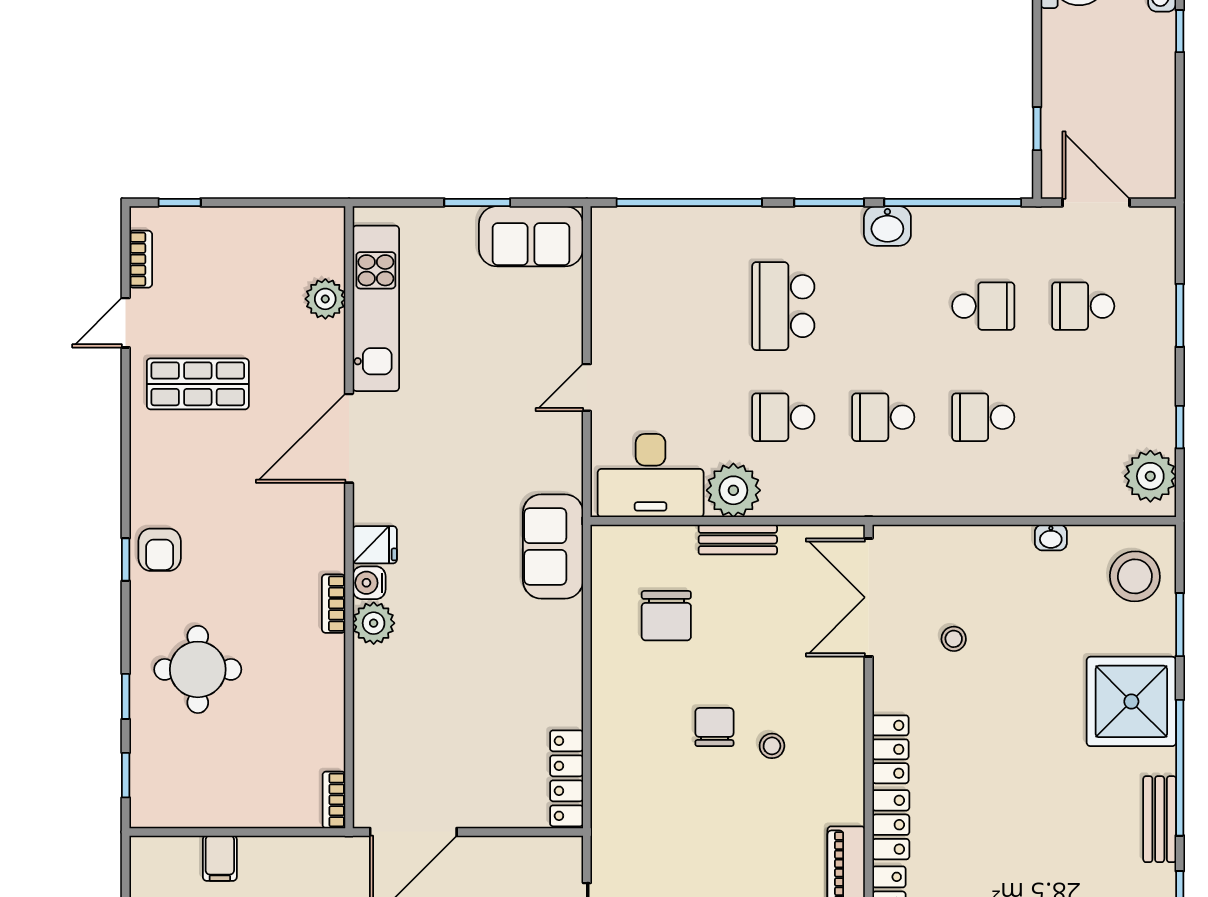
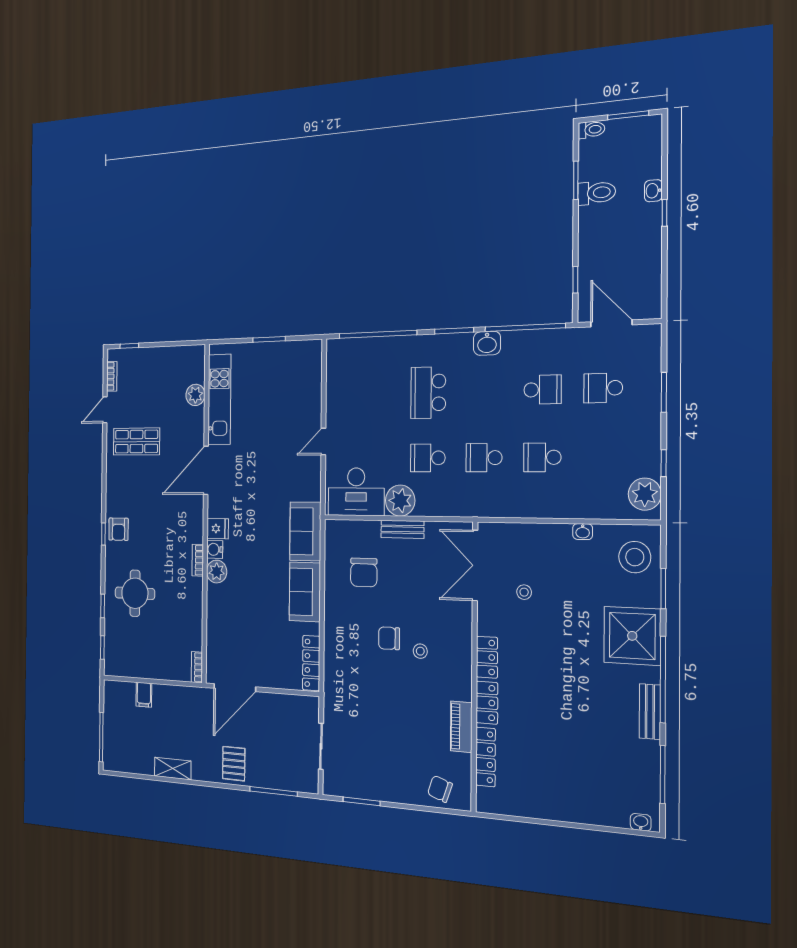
sofa: (531, 236) -> (305, 592), moved, turned 90
chair: (714, 727) -> (389, 638), turned -90

